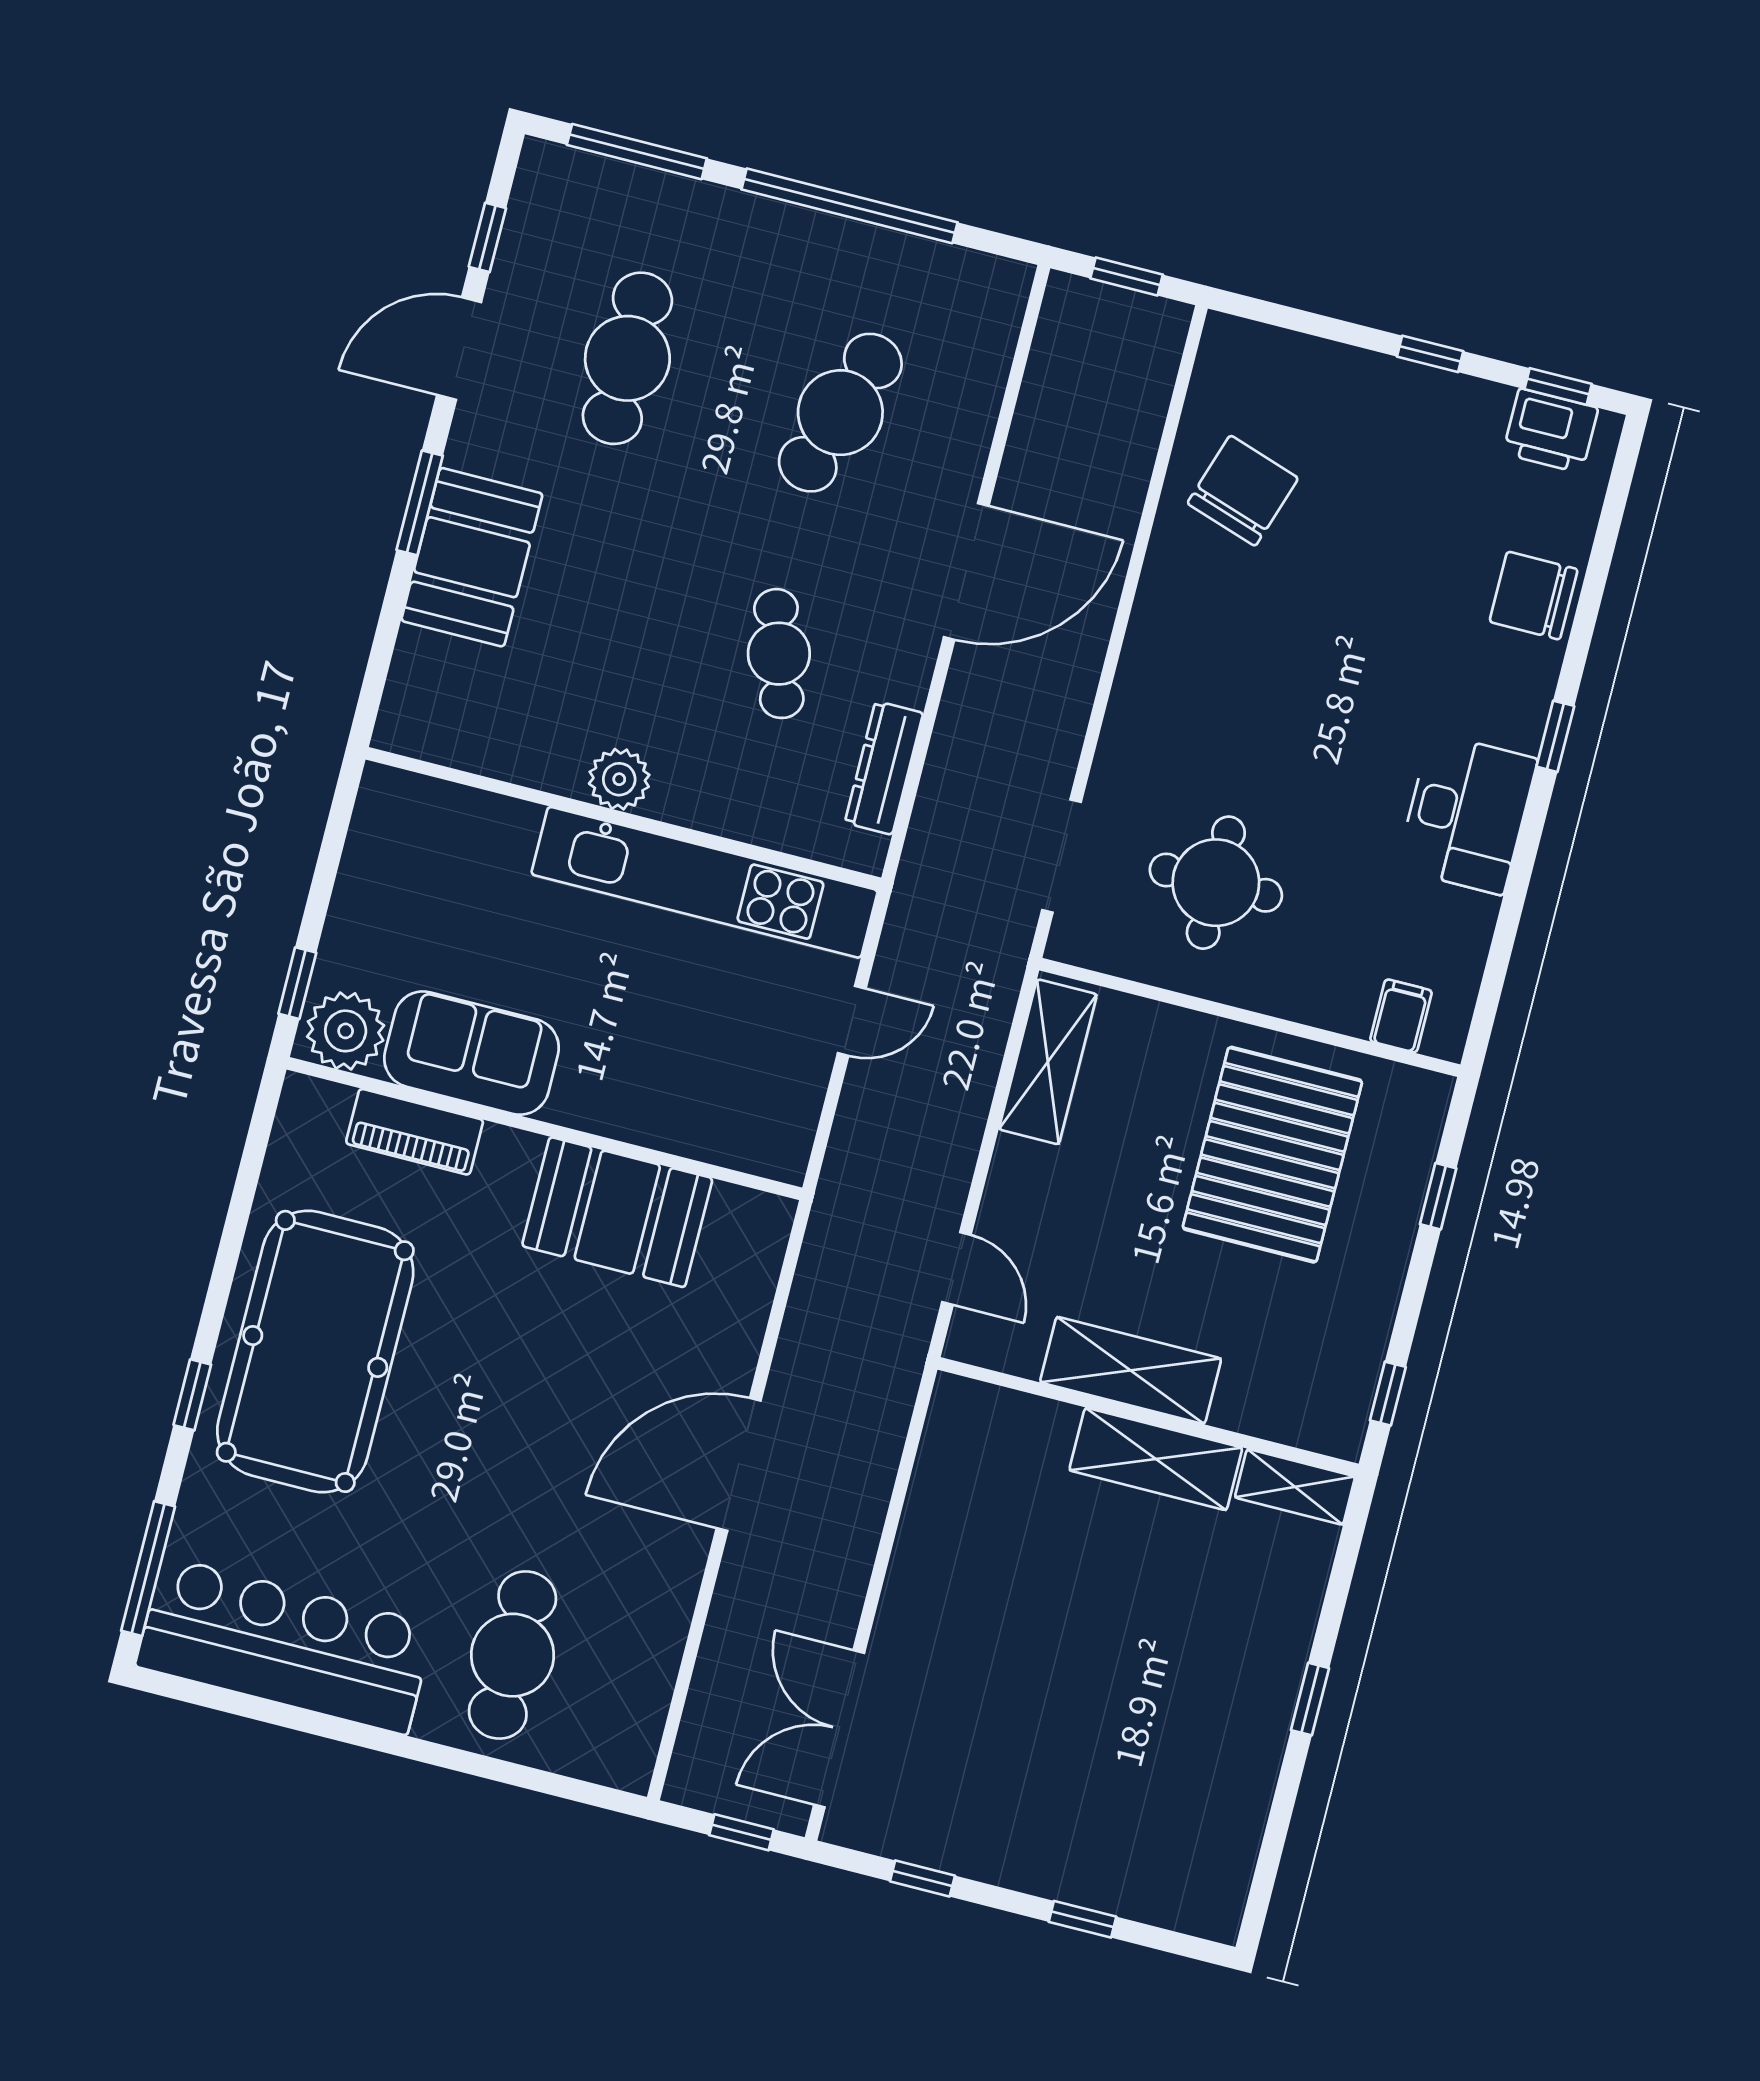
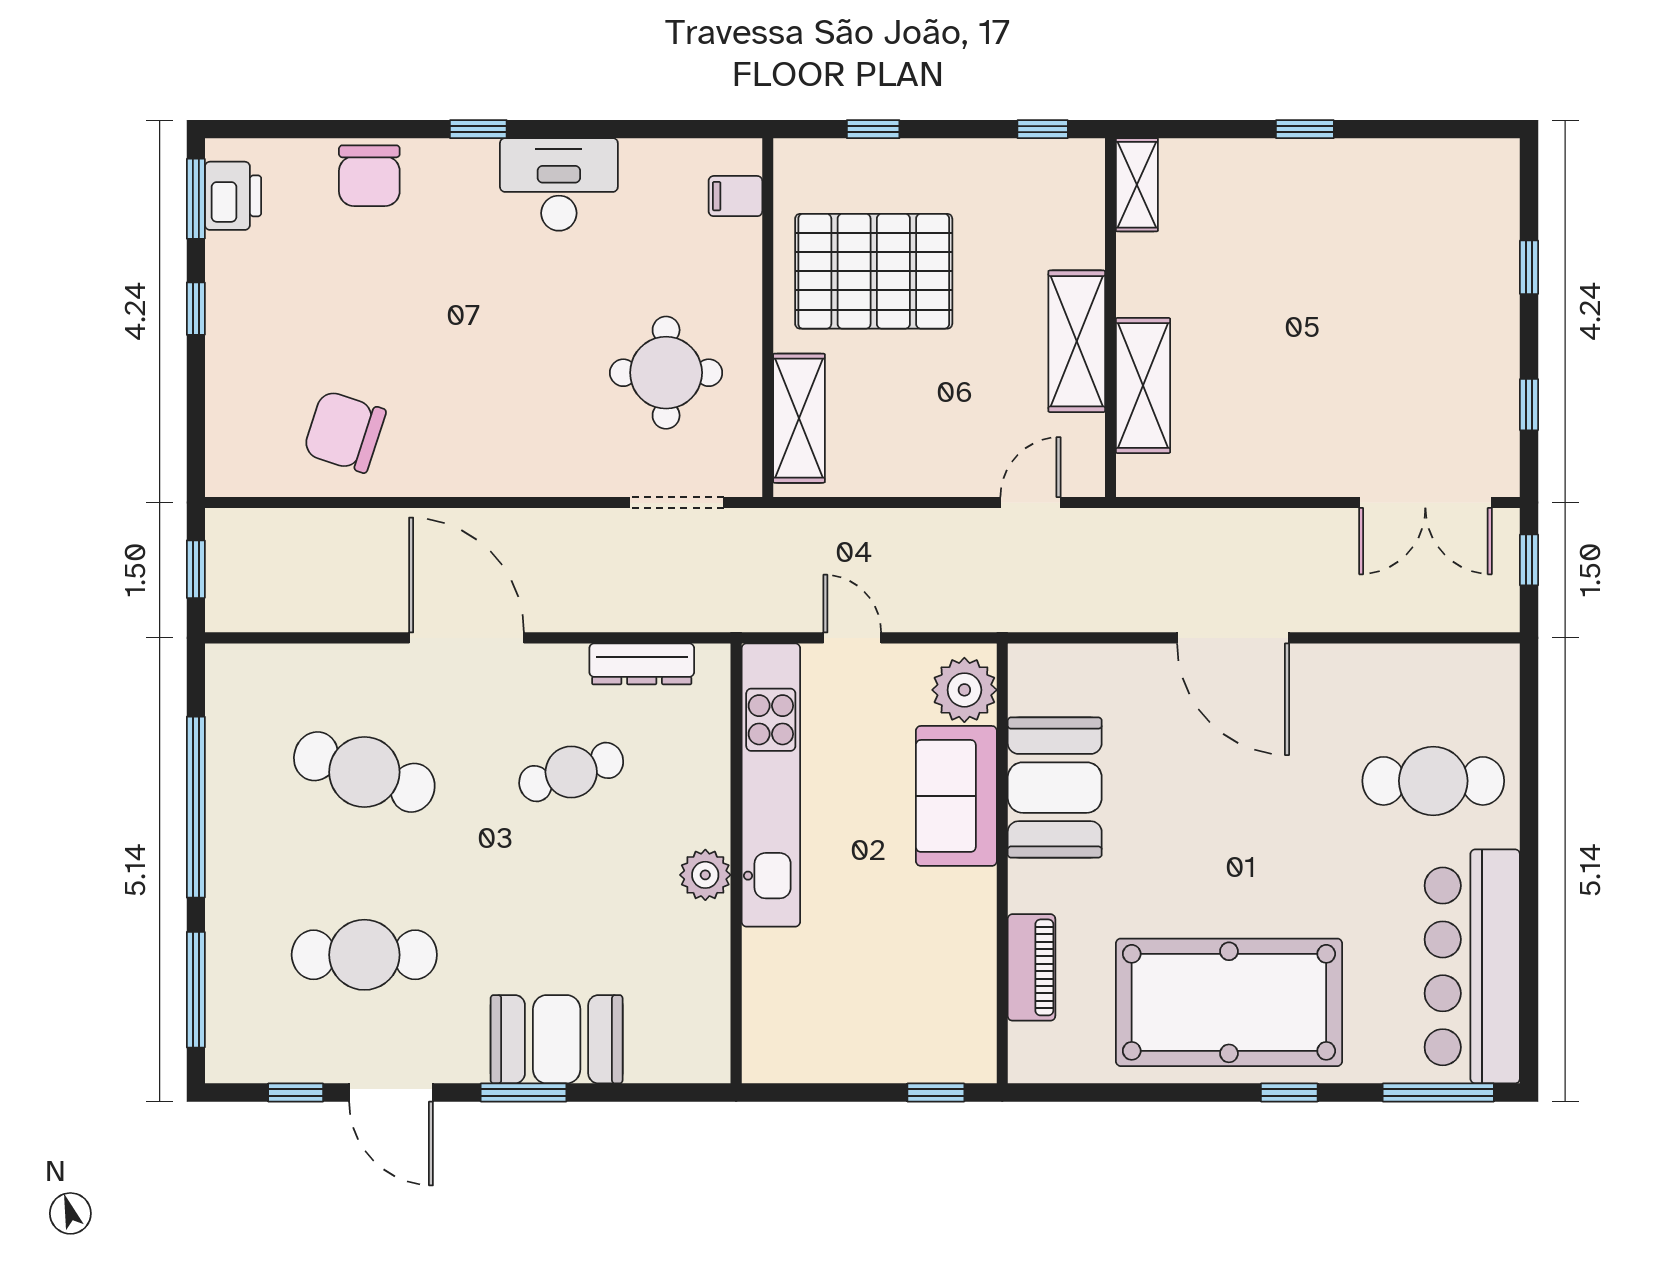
window: (1558, 387) -> (196, 199), width x1.50
plant: (346, 1031) -> (964, 690), moved
sofa: (472, 1053) -> (956, 796), moved
shelving: (1048, 1062) -> (799, 418), moved, turned 90
shelving: (1156, 1459) -> (1143, 386), moved

